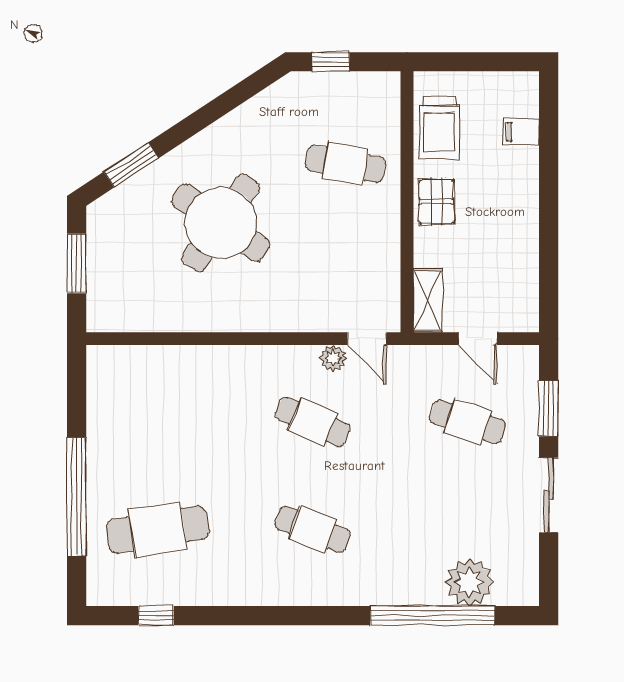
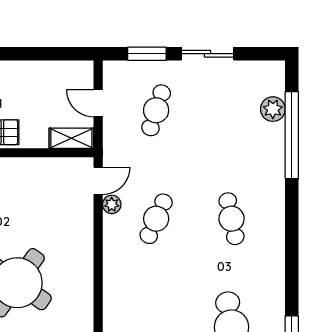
door: (478, 339) -> (98, 103), swing flipped
cafe table: (313, 529) -> (232, 219), turned -33
plant: (469, 582) -> (273, 109), width x0.73, depth x0.73

